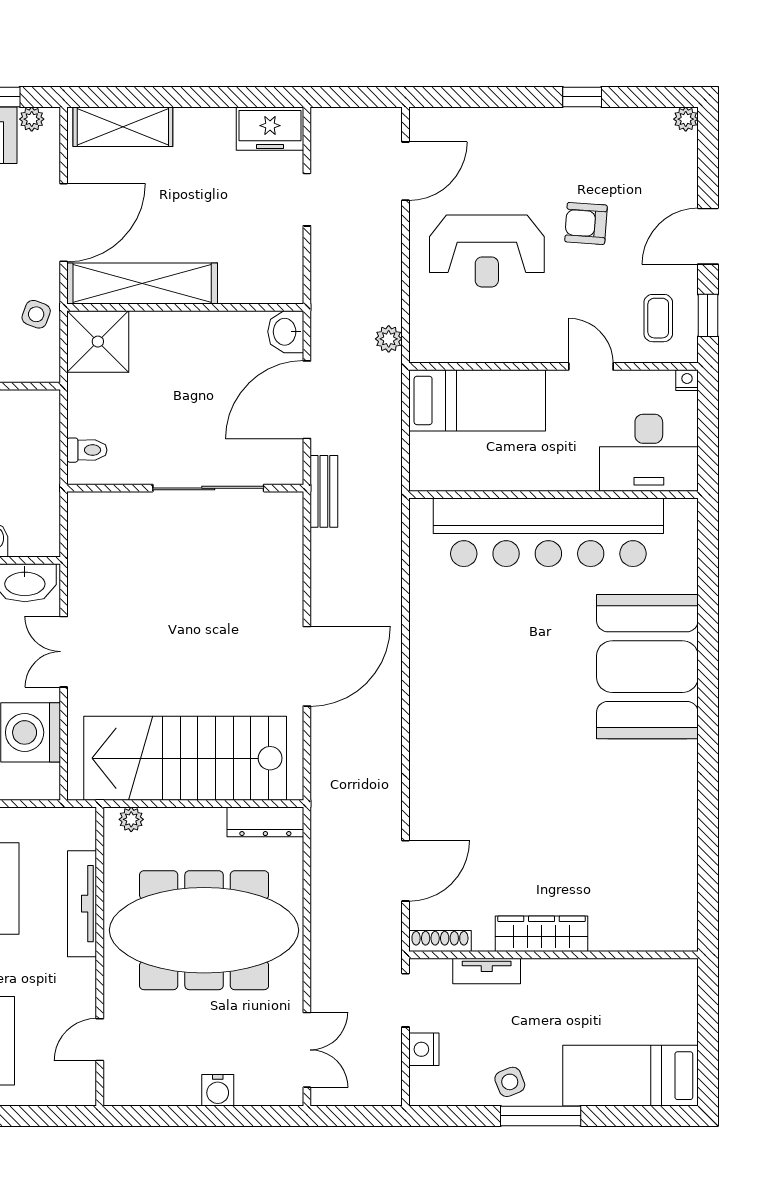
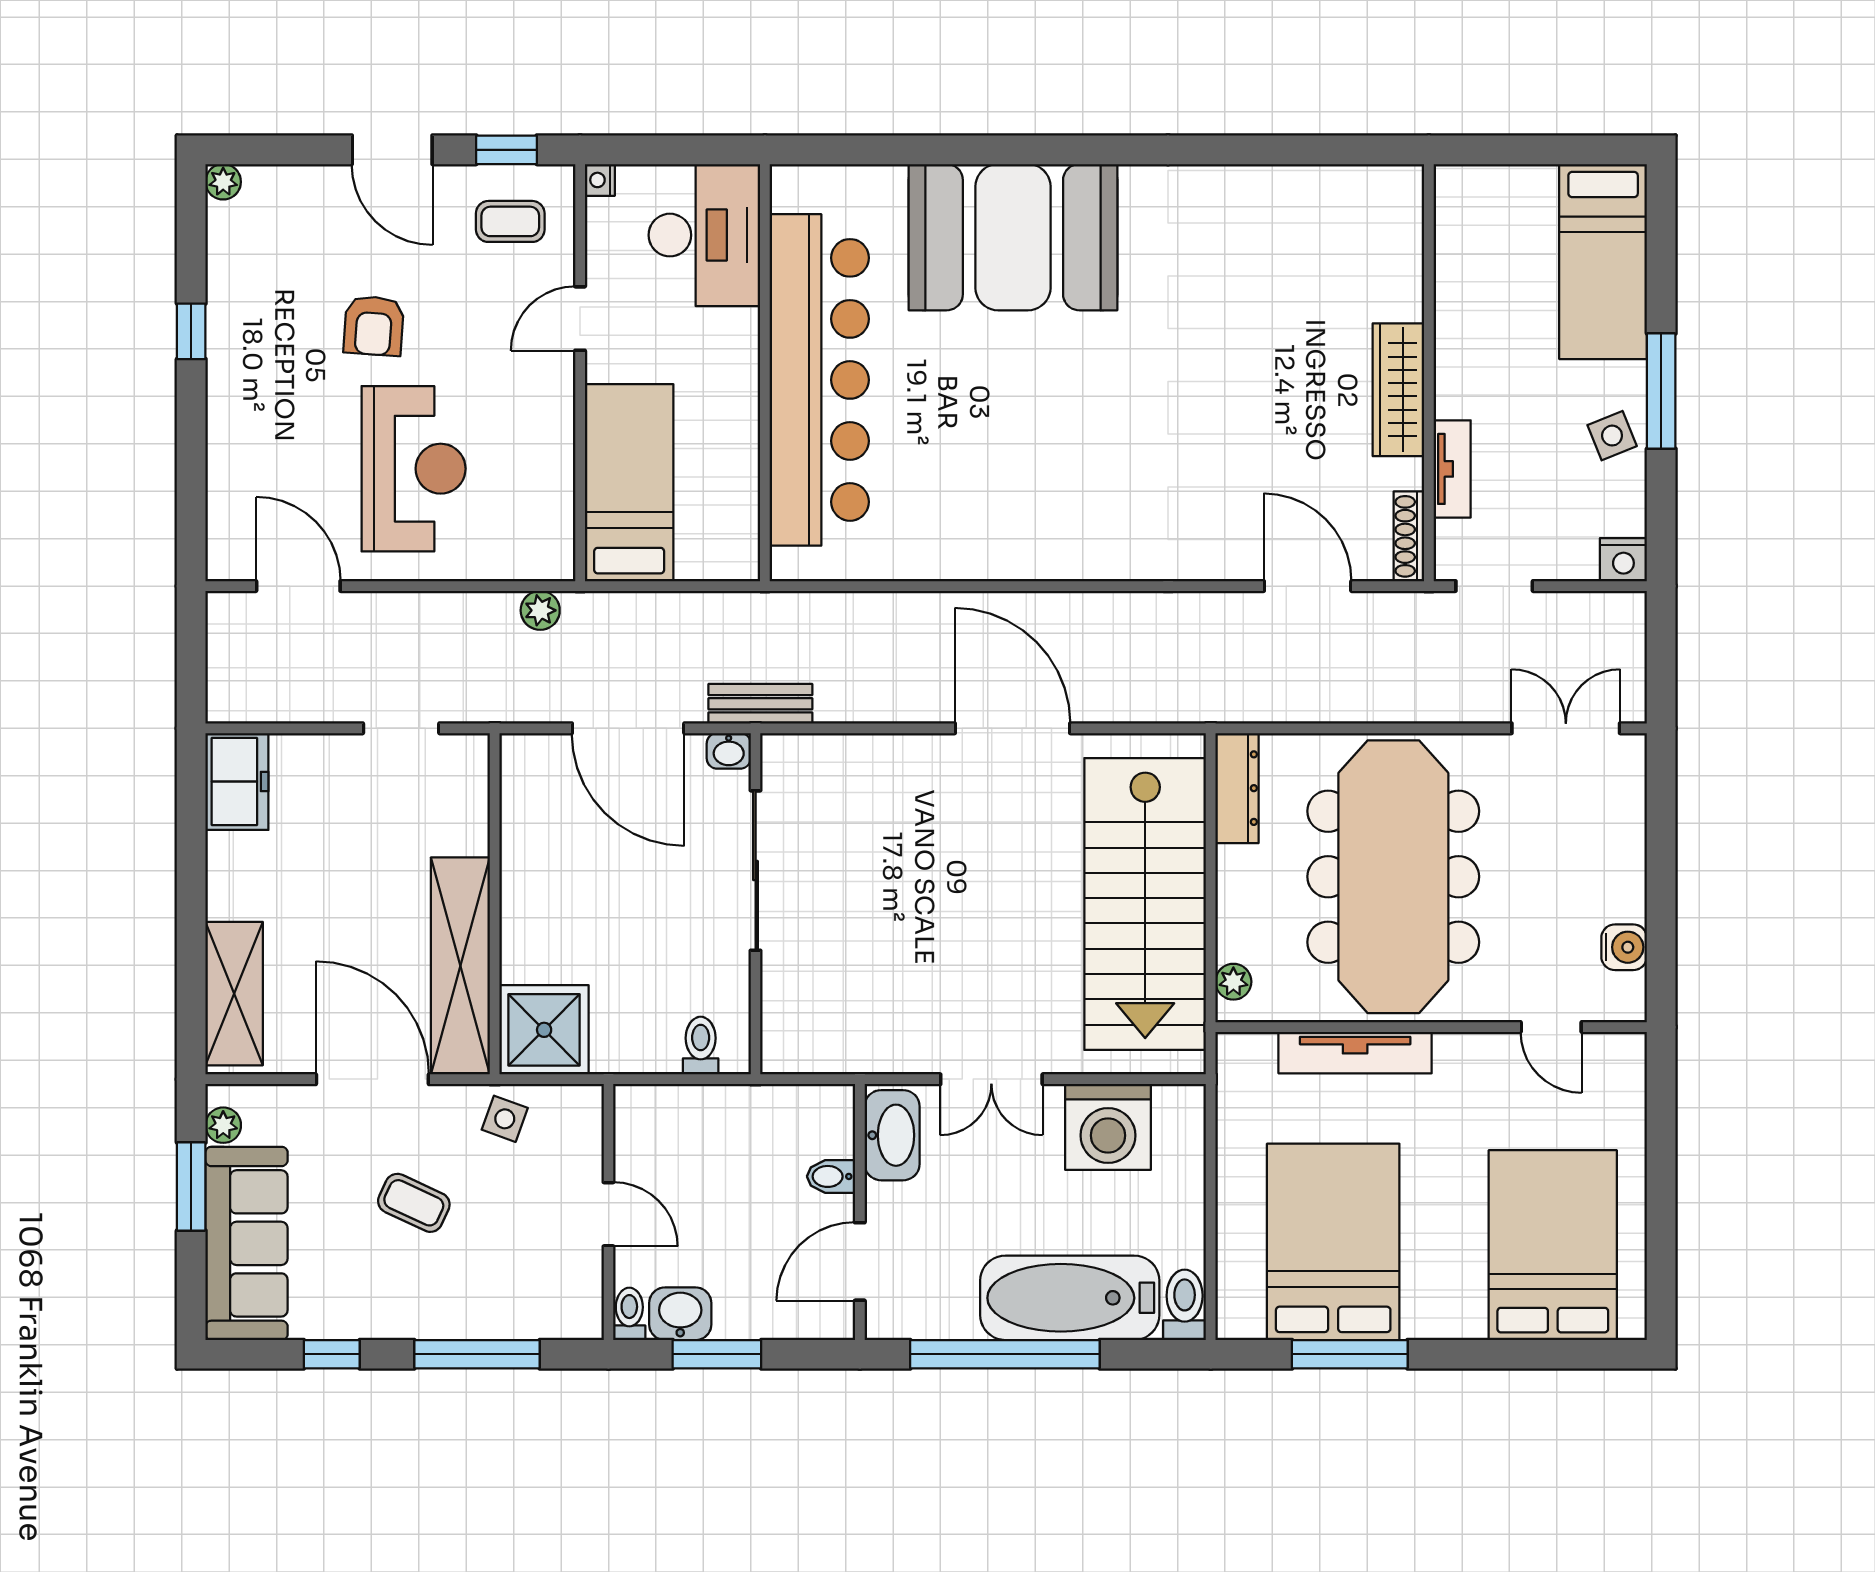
doorway: (307, 200) -> (401, 728), moved
washbasin: (286, 332) -> (729, 751), moved, width x0.72, depth x0.69
nightstand: (424, 1049) -> (1623, 560), moved
water cooler: (218, 1090) -> (1624, 947), moved

